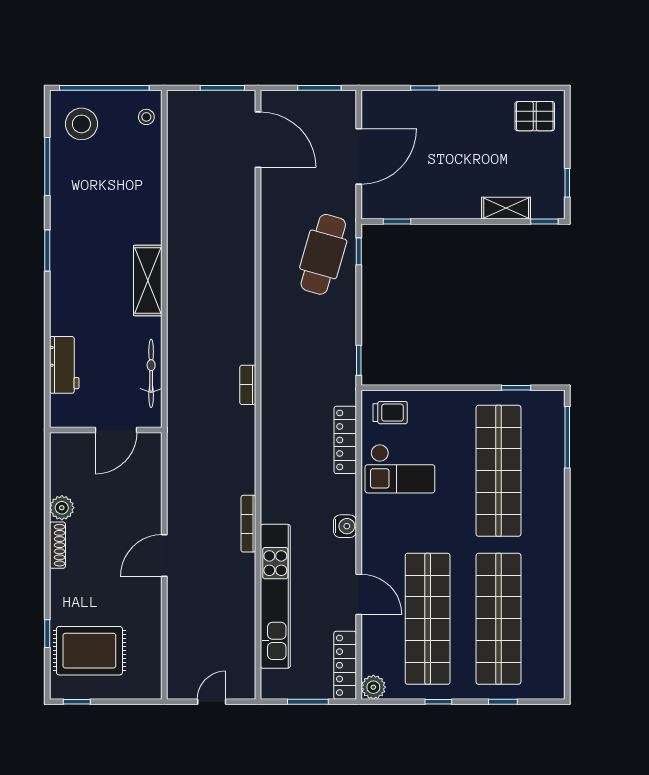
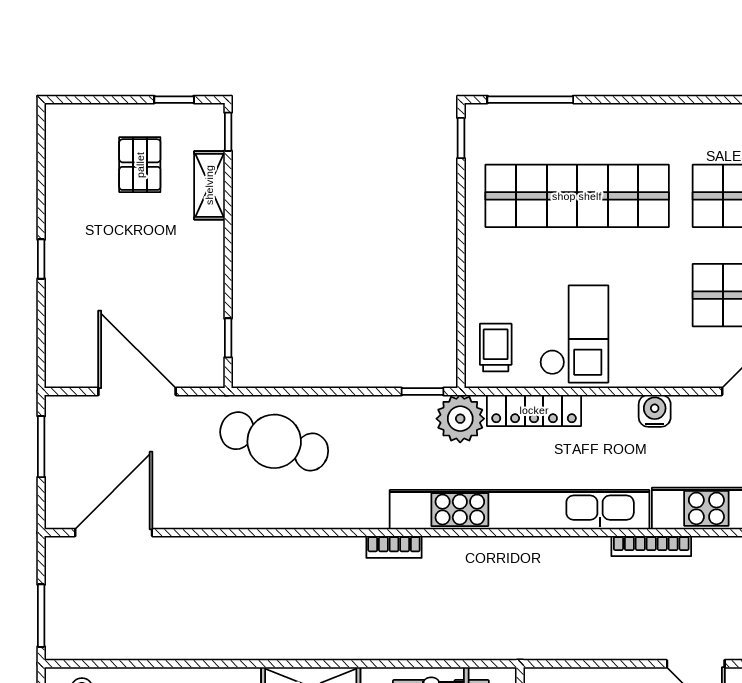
window: (222, 88) -> (41, 616), moved
window: (425, 88) -> (41, 259), moved
pallet: (535, 116) -> (140, 165), moved
window: (359, 251) -> (270, 391), removed
bookcase: (248, 385) -> (394, 547), moved
plant: (339, 387) -> (460, 419), added
window: (516, 388) -> (461, 138), moved
kitchen unit: (274, 430) -> (520, 510), added

